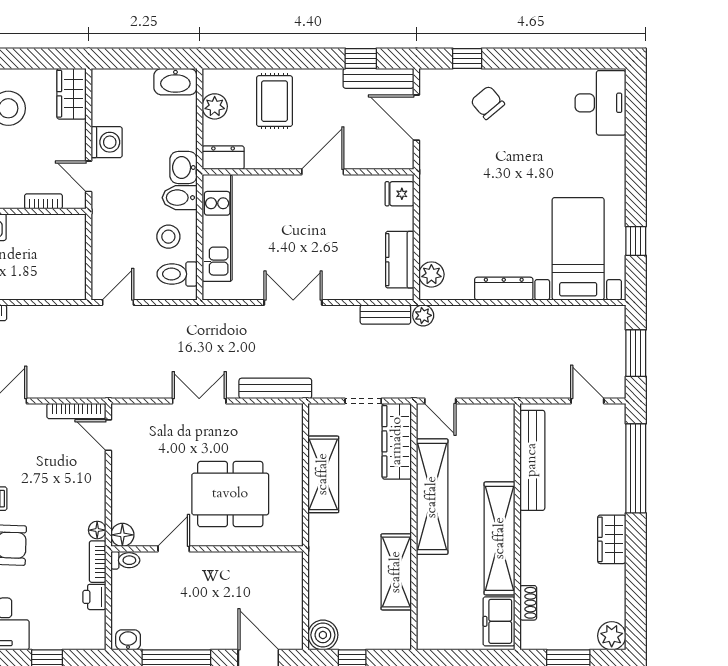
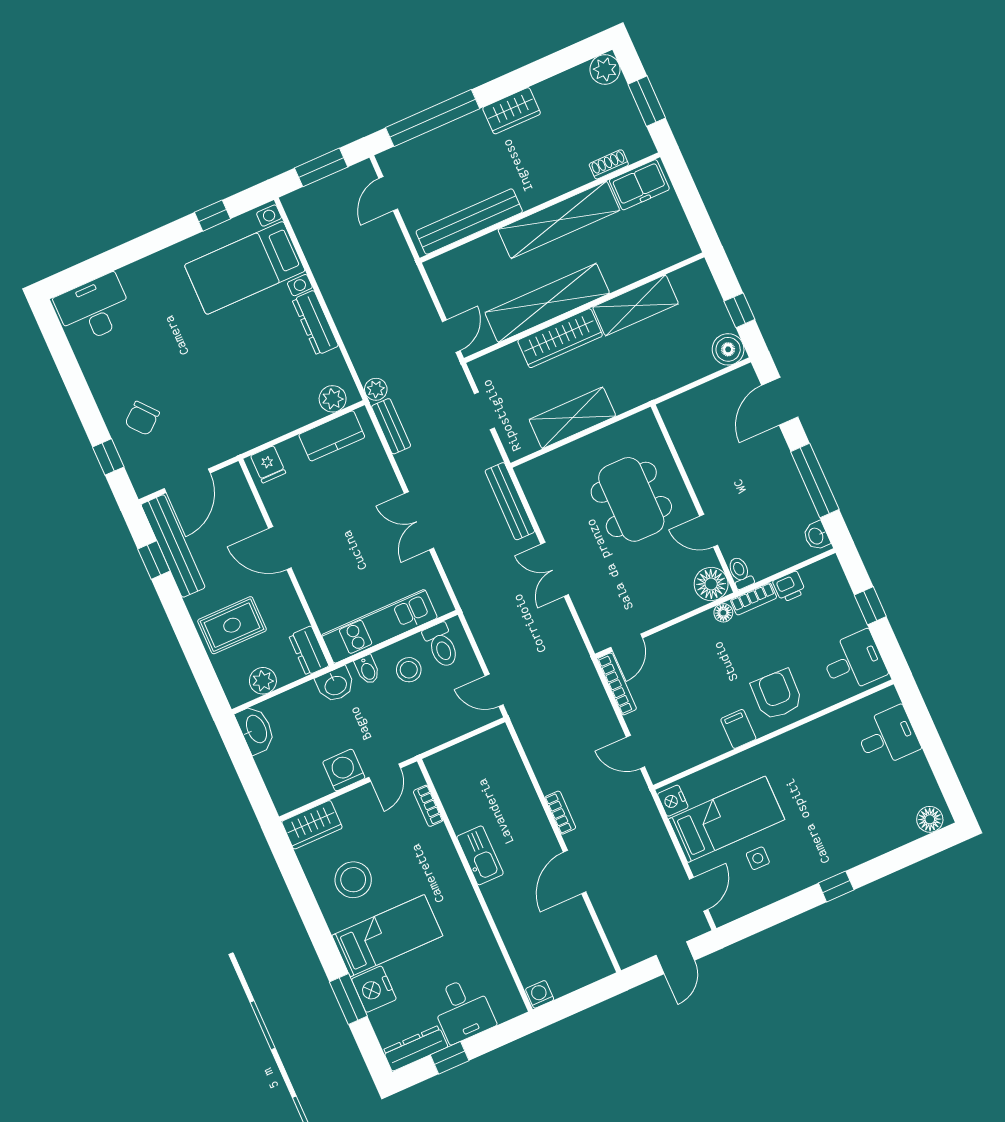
bench: (378, 78) -> (173, 546), width x1.37, depth x1.21
bidet: (180, 198) -> (367, 670), width x0.72, depth x0.74
wardrobe: (397, 441) -> (560, 338), moved
floor lamp: (122, 535) -> (711, 584), width x1.38, depth x1.38

